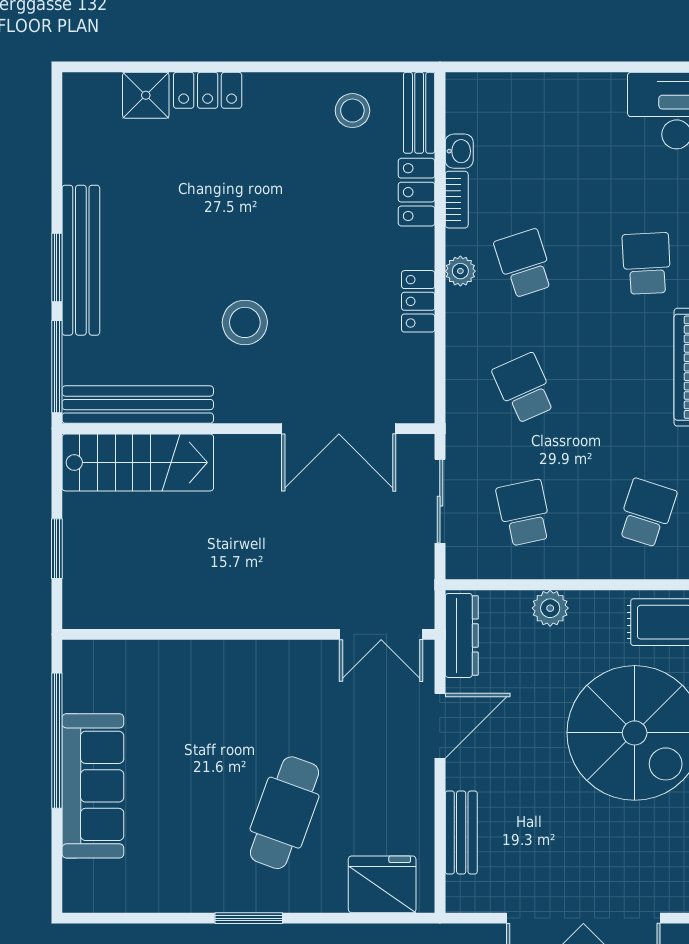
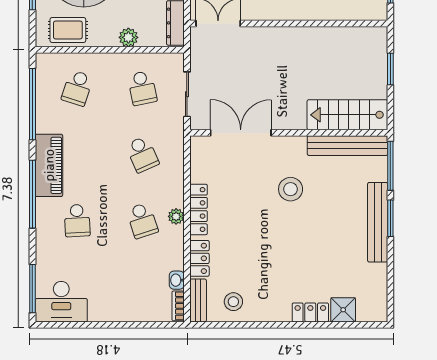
bookcase: (457, 200) -> (178, 306), moved
locker: (418, 301) -> (199, 209), width x1.53

